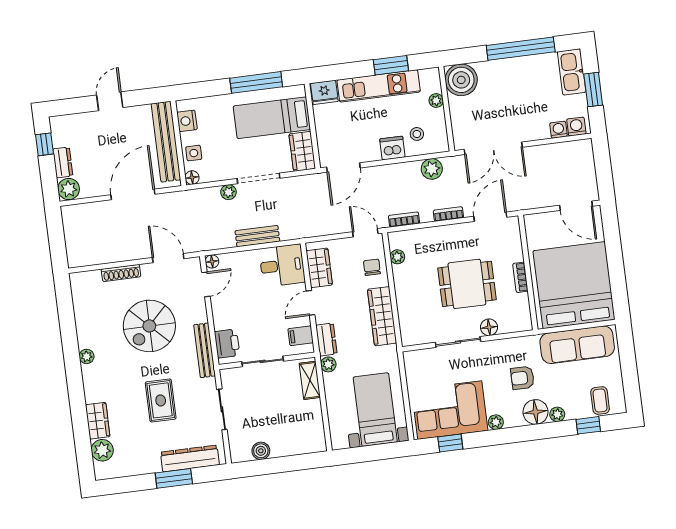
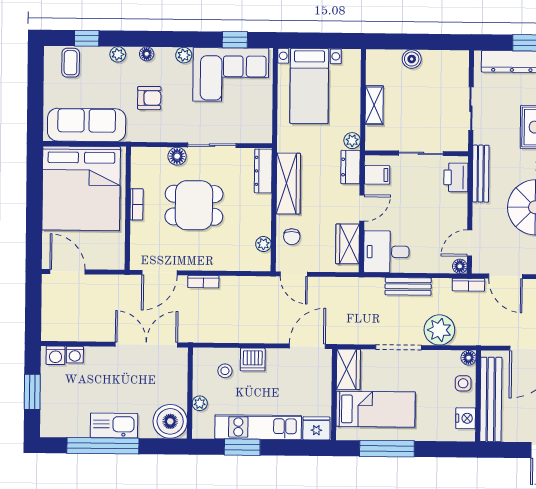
kitchen sink: (572, 72) -> (114, 425), moved, turned -90
plant: (432, 169) -> (214, 332), removed
plant: (228, 192) -> (439, 330), width x1.87, depth x1.87
bookcase: (404, 219) -> (468, 285), moved
dresser: (407, 325) -> (263, 171), added
shelving: (310, 380) -> (374, 105), moved
floor lamp: (536, 412) -> (147, 54), width x0.53, depth x0.53
boiler: (261, 451) -> (412, 59), moved

